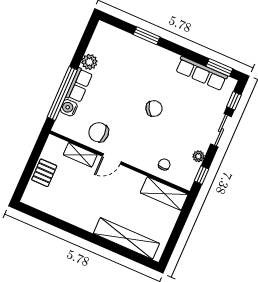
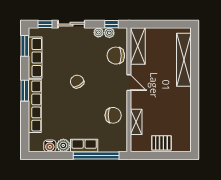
window: (147, 36) -> (25, 91), moved
row of seats: (147, 49) -> (35, 106), added
water cooler: (69, 108) -> (50, 146), moved
chair: (99, 132) -> (113, 115), turned -90
door: (112, 159) -> (129, 83), moved
chair: (164, 164) -> (116, 56), width x1.87, depth x1.87
plant: (193, 168) -> (109, 33), added

